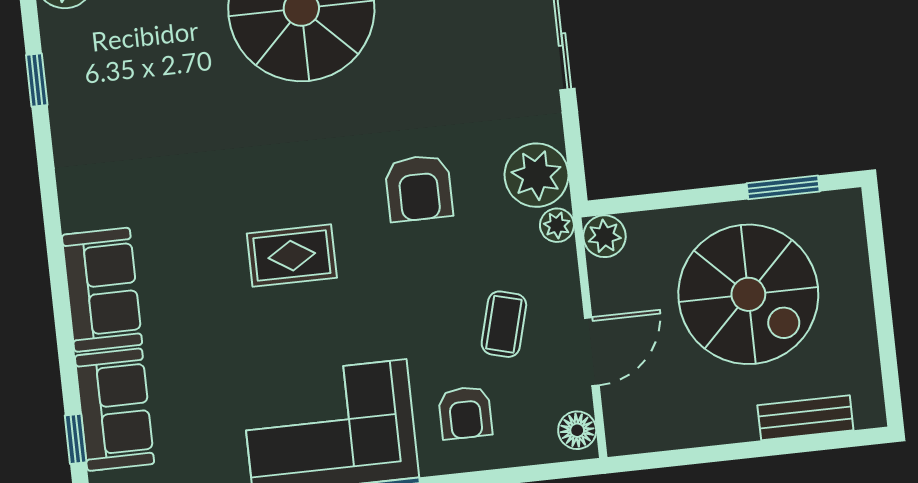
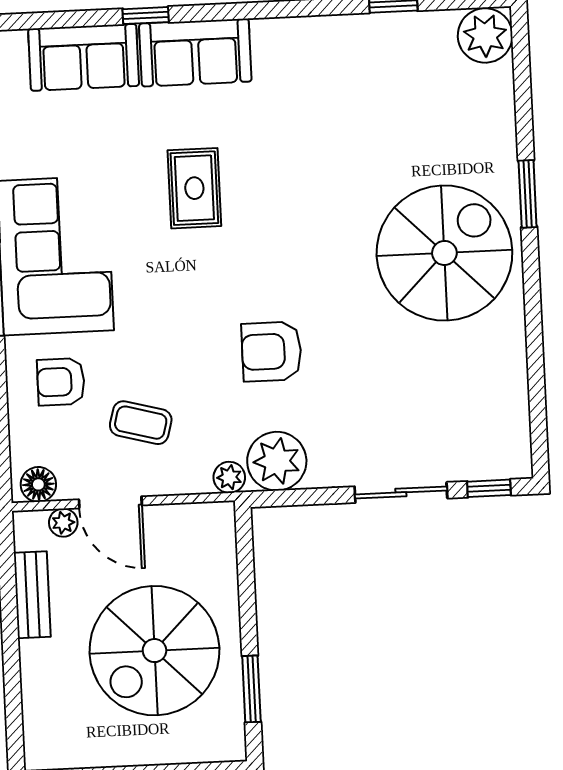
plant: (605, 236) -> (63, 523), moved, width x0.73, depth x0.73
rug: (292, 256) -> (194, 188), moved
bench: (805, 418) -> (32, 595), moved
window: (76, 439) -> (146, 16), moved

